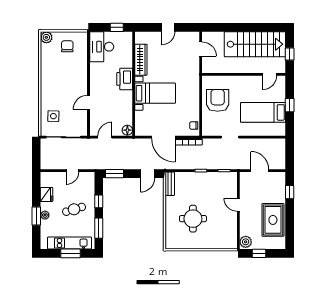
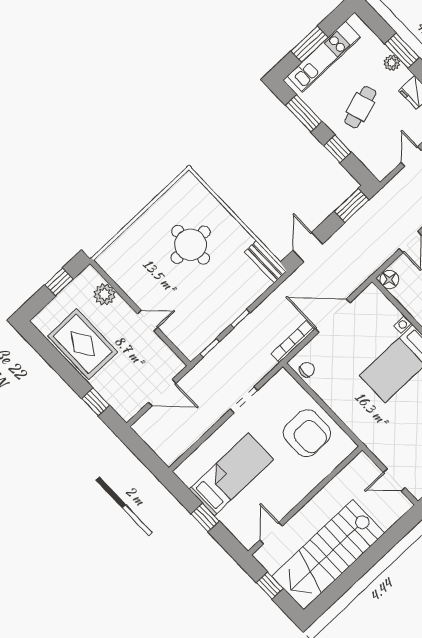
plant: (246, 242) -> (105, 294), moved

